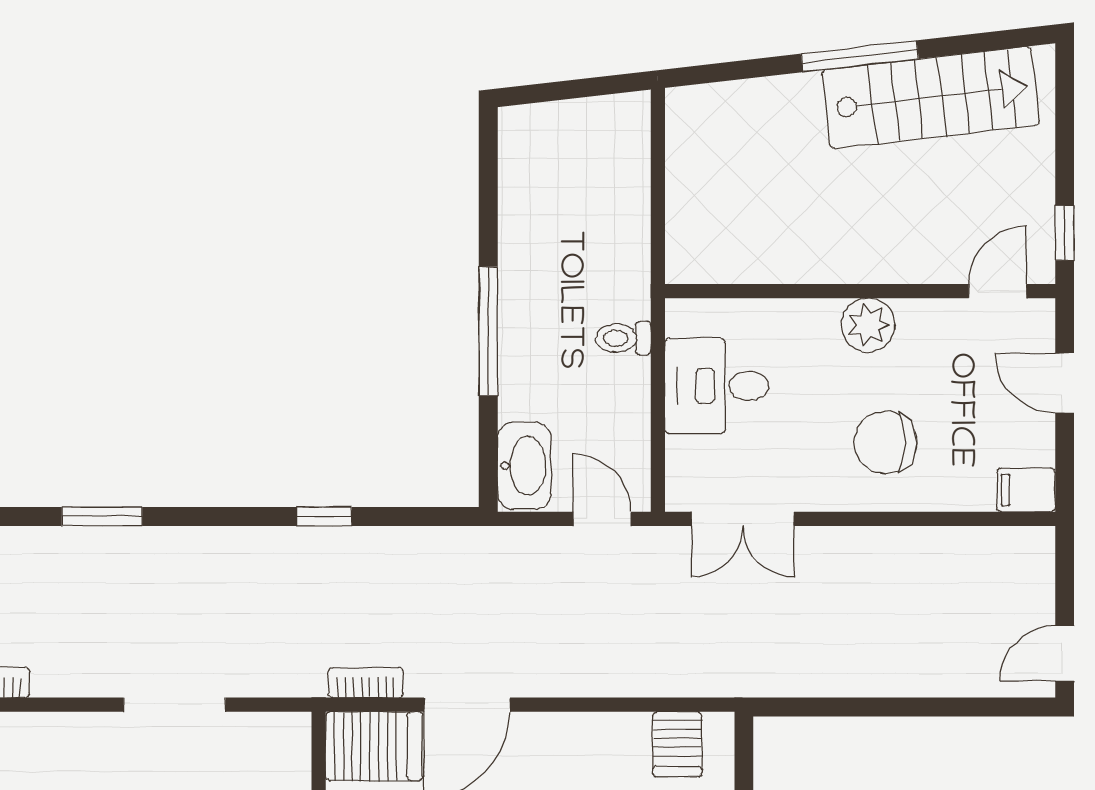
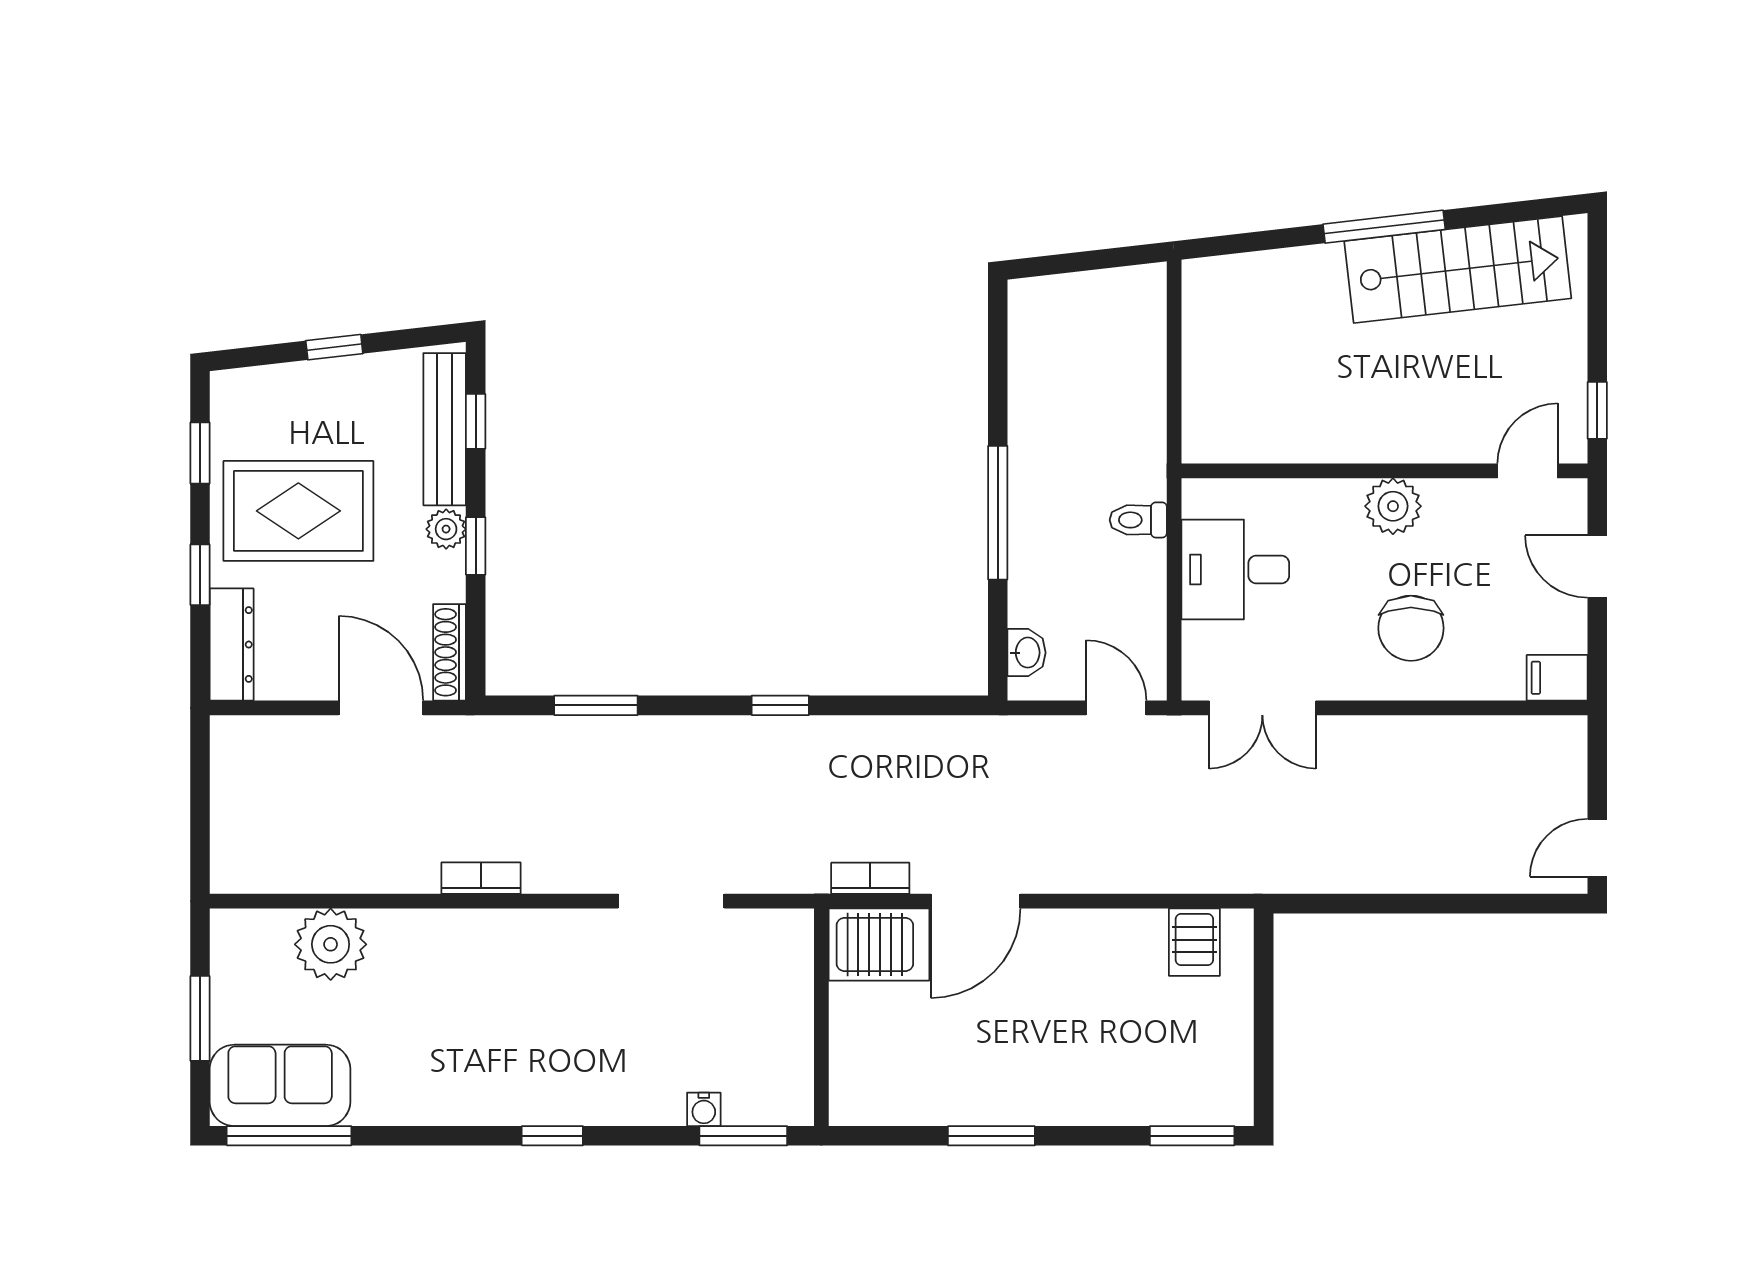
chair: (885, 442) -> (1411, 628), turned -90
washbasin: (524, 466) -> (1027, 653), width x0.52, depth x0.69
window: (324, 516) -> (780, 705), moved

